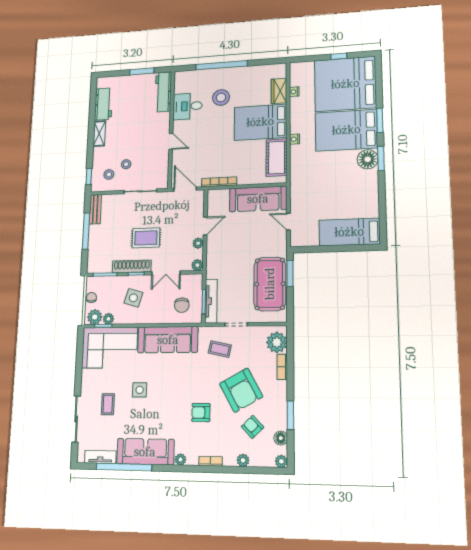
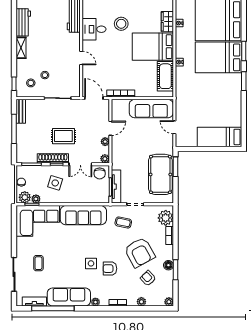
floor lamp: (368, 159) -> (234, 81), removed
chair: (182, 305) -> (100, 173), moved
side table: (140, 390) -> (91, 263), moved
floor lamp: (281, 438) -> (168, 265), moved

